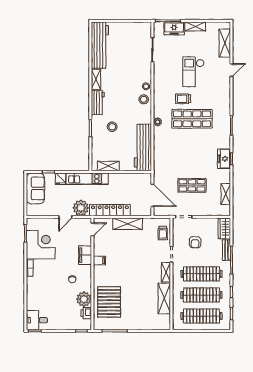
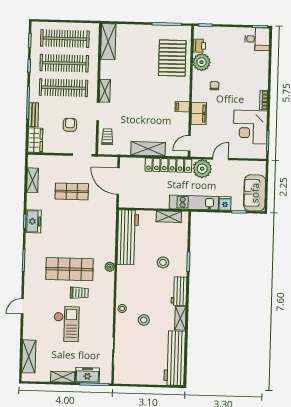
door: (231, 70) -> (22, 306), moved
stool: (144, 99) -> (144, 320), moved
shelving: (164, 298) -> (108, 42), moved

